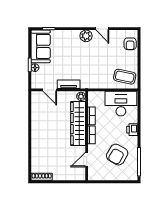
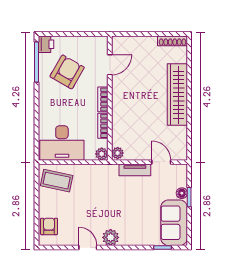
plant: (92, 96) -> (102, 154), added
wardrobe: (78, 124) -> (177, 95), moved, turned 180
printer: (132, 130) -> (46, 44), moved

